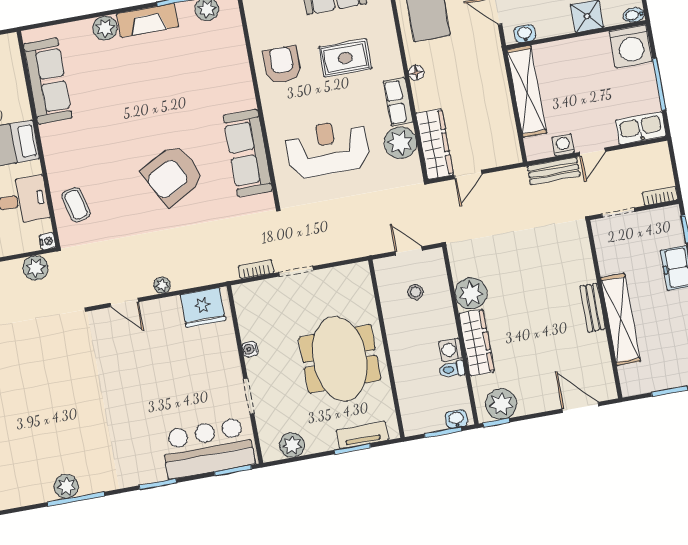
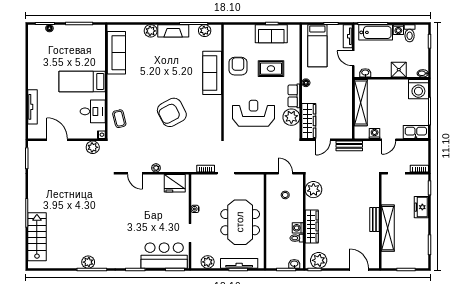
sofa: (248, 153) -> (212, 73), moved
bench: (554, 171) -> (349, 146), moved
plant: (471, 293) -> (313, 190), moved
tv unit: (362, 435) -> (239, 263), width x1.41

